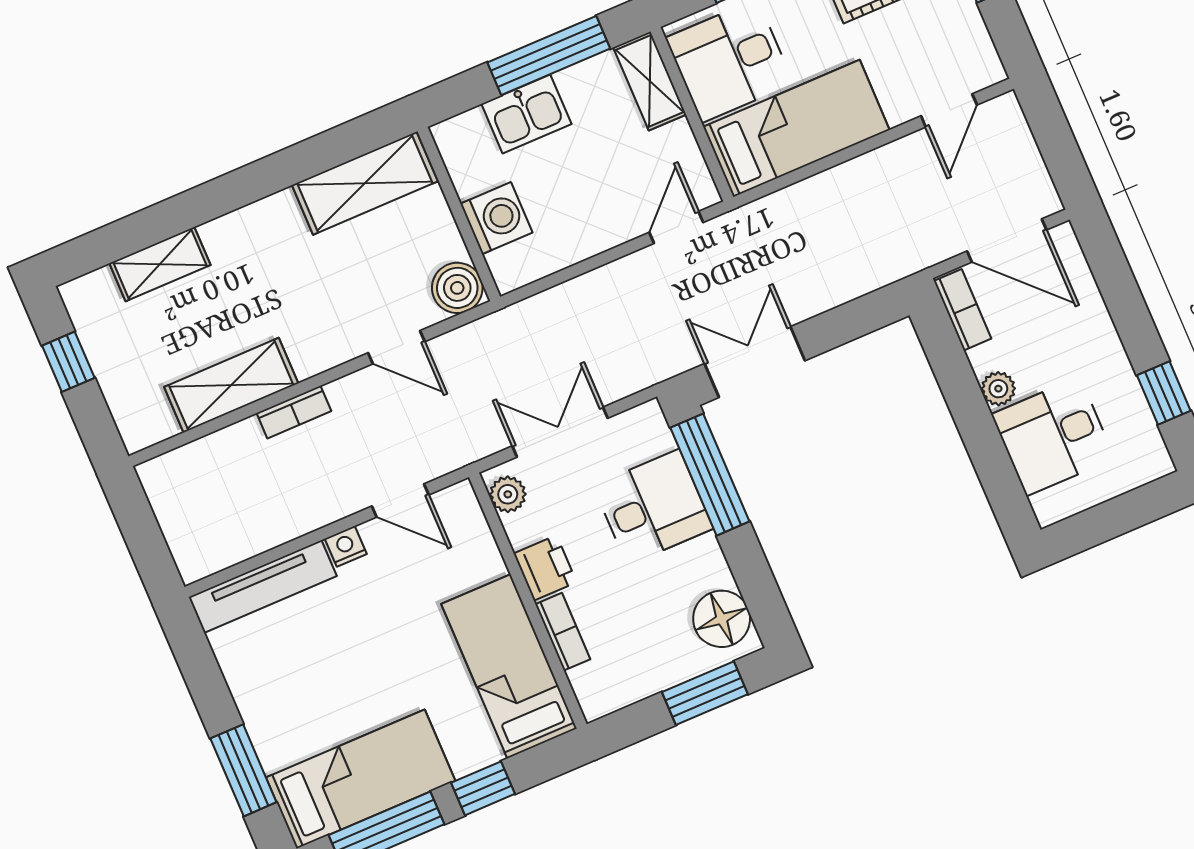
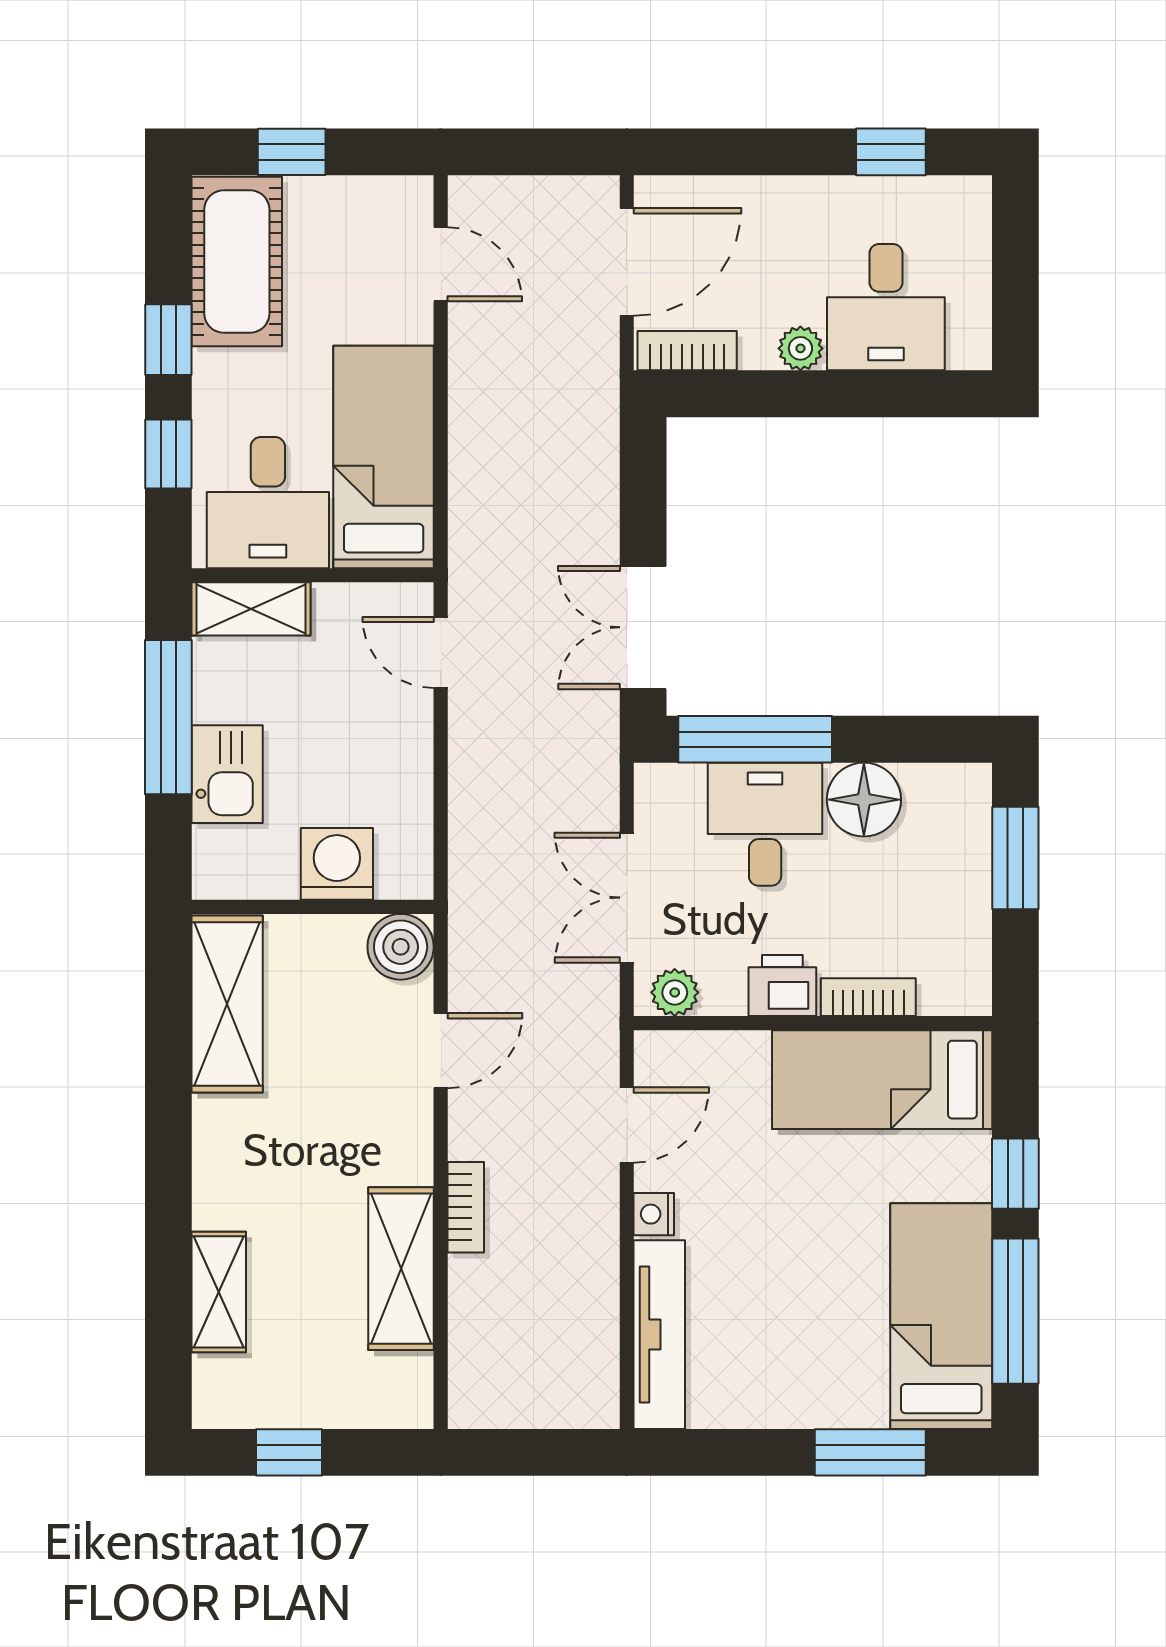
floor lamp: (722, 619) -> (864, 800), moved

